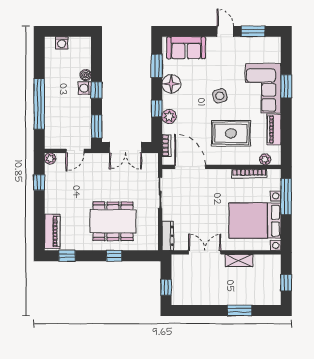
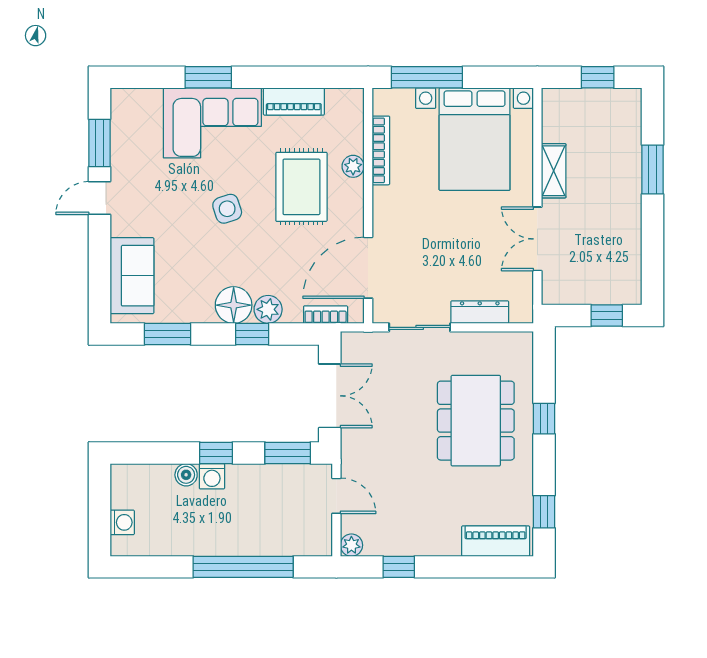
floor lamp: (171, 84) -> (234, 305), moved
plant: (265, 159) -> (353, 166), moved
dresser: (168, 236) -> (480, 312), moved

